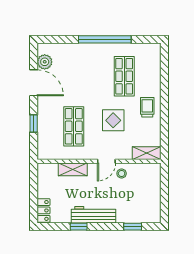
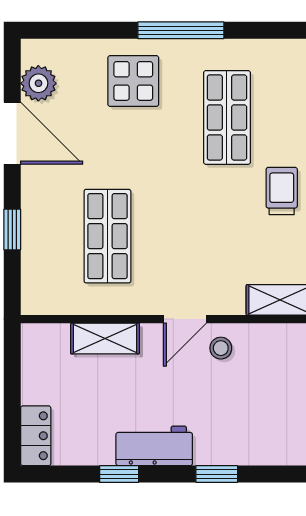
window: (105, 39) -> (181, 30), width x0.68
display table: (113, 120) -> (133, 81), moved
workbench: (93, 215) -> (154, 446), width x0.73
window: (133, 227) -> (217, 474), moved

